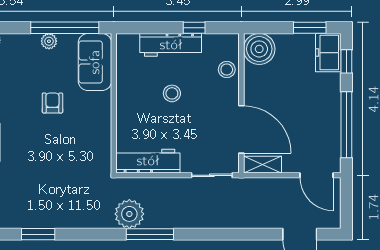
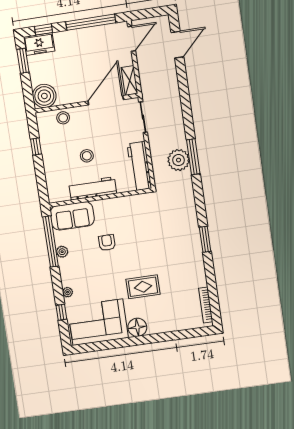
workbench: (171, 45) -> (93, 188), moved, turned -90
armchair: (52, 103) -> (107, 243), turned 90
plant: (129, 214) -> (179, 160), moved

